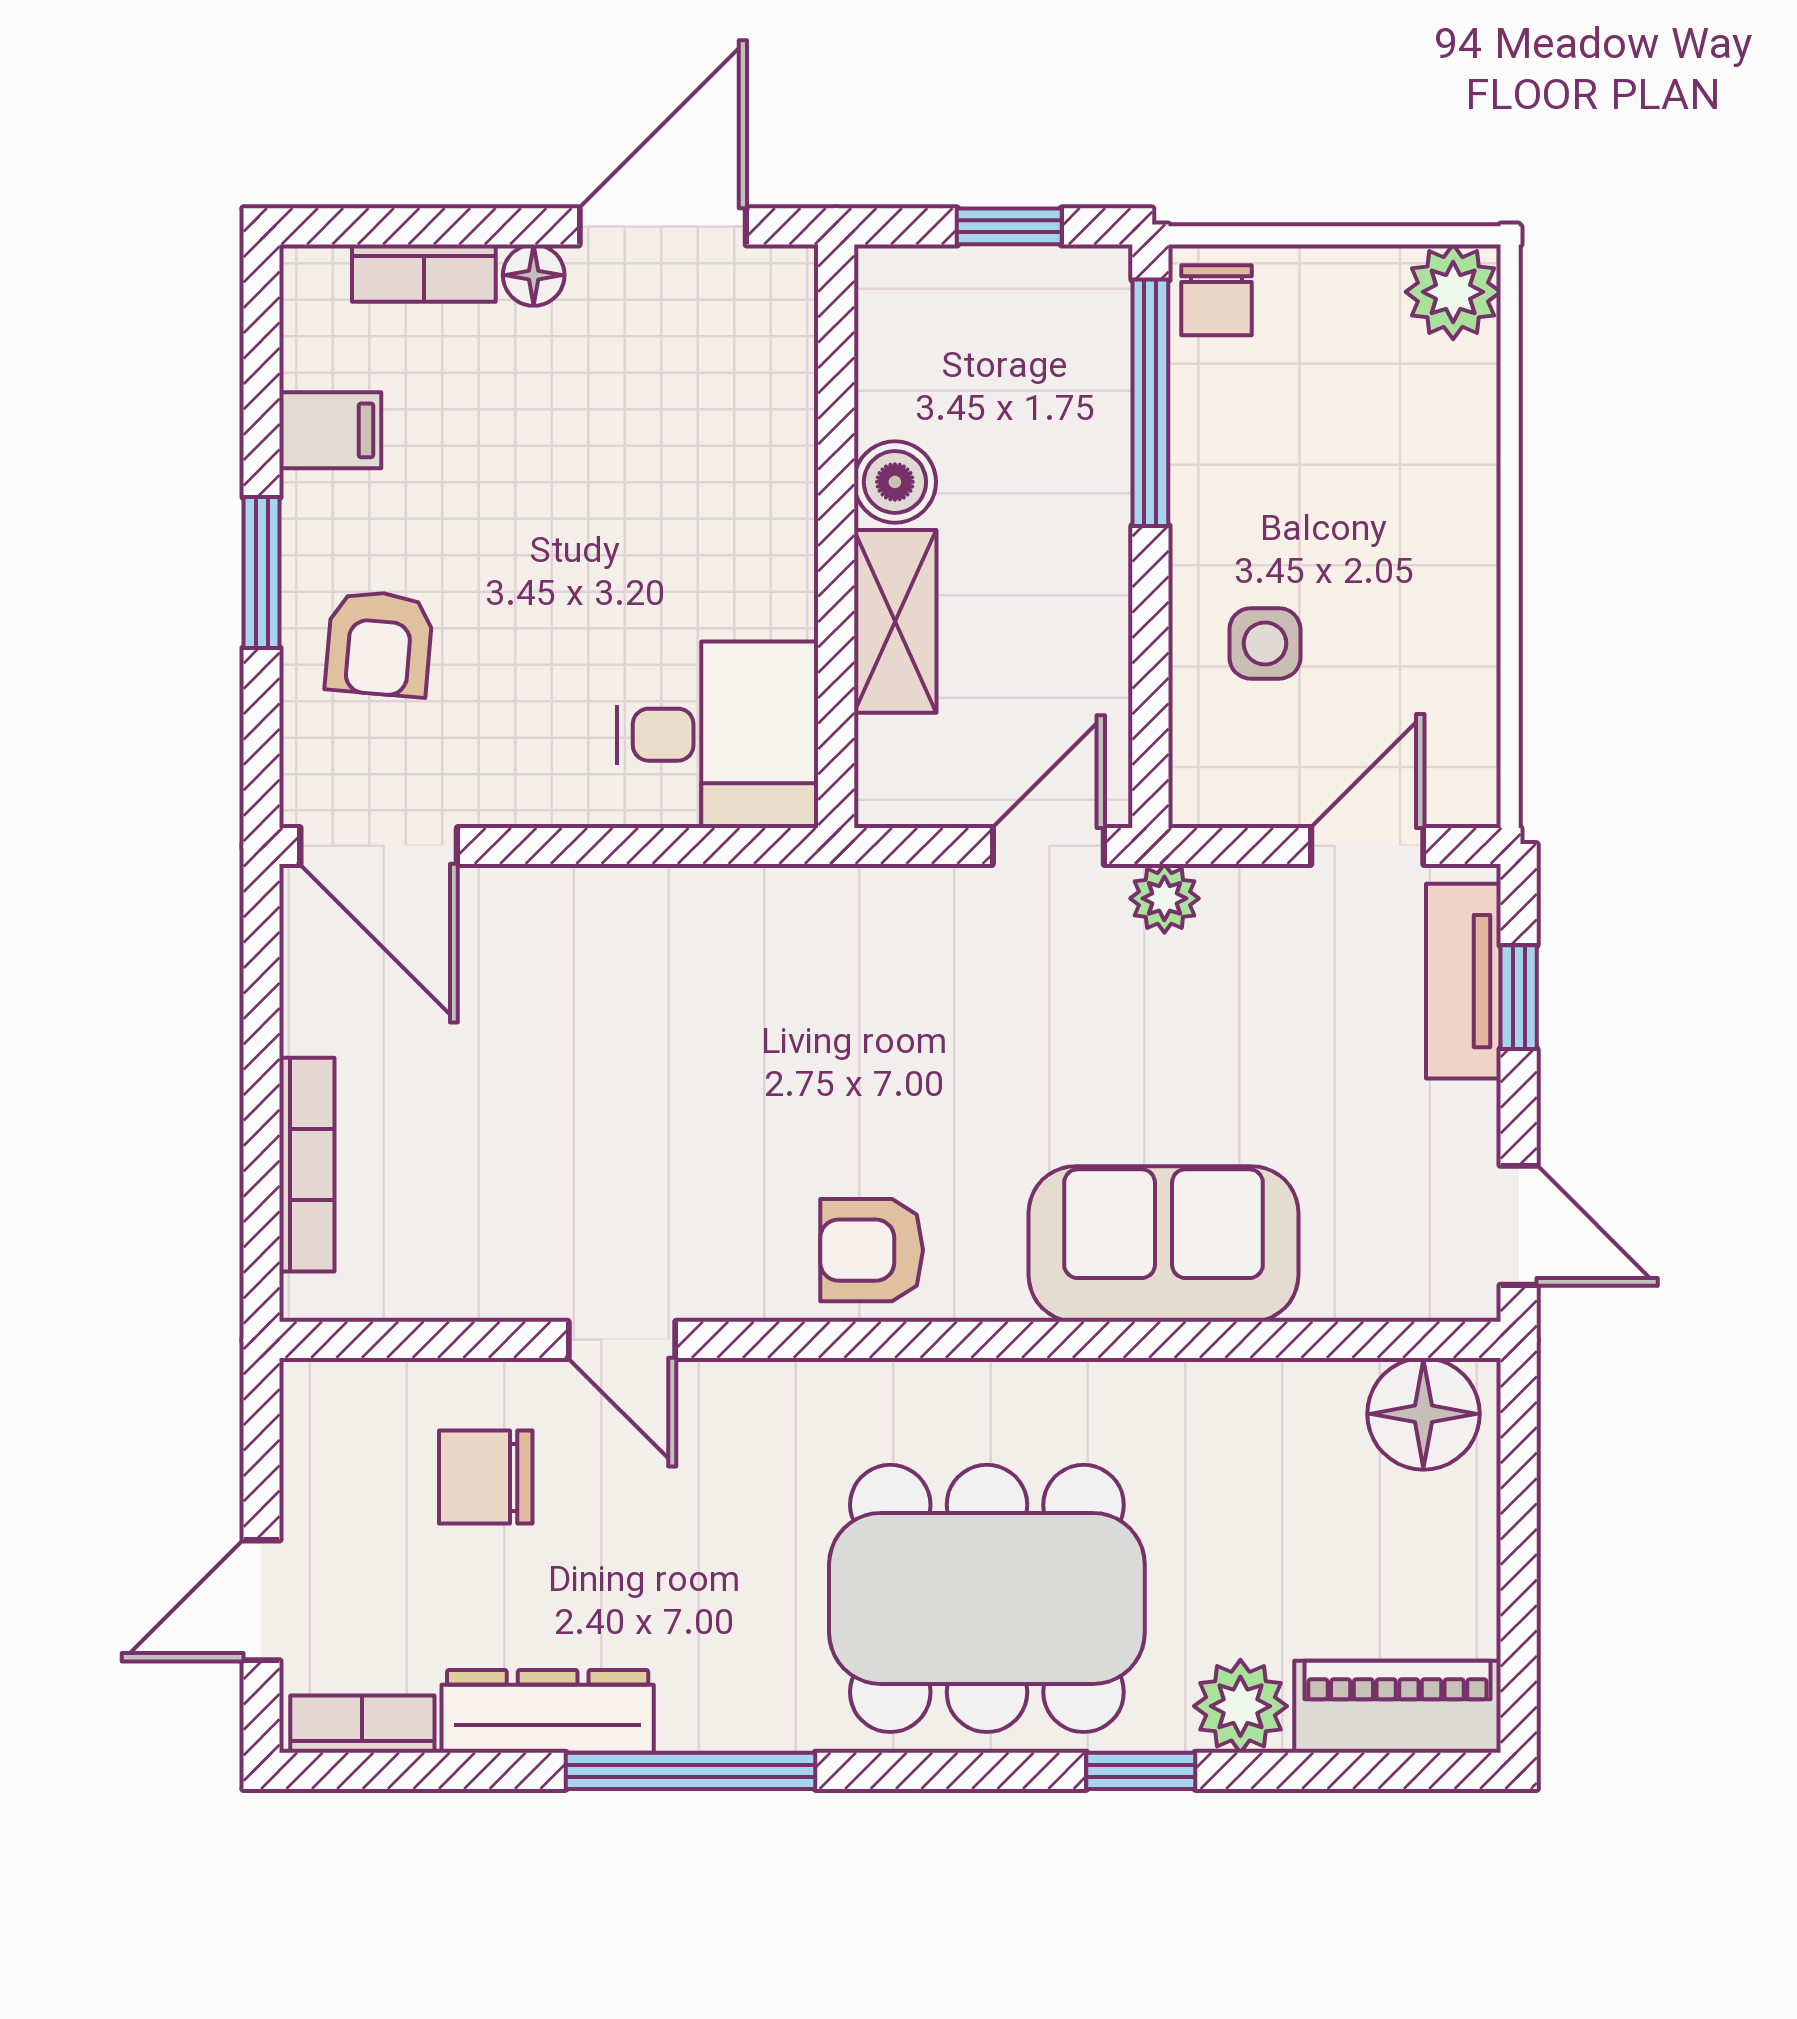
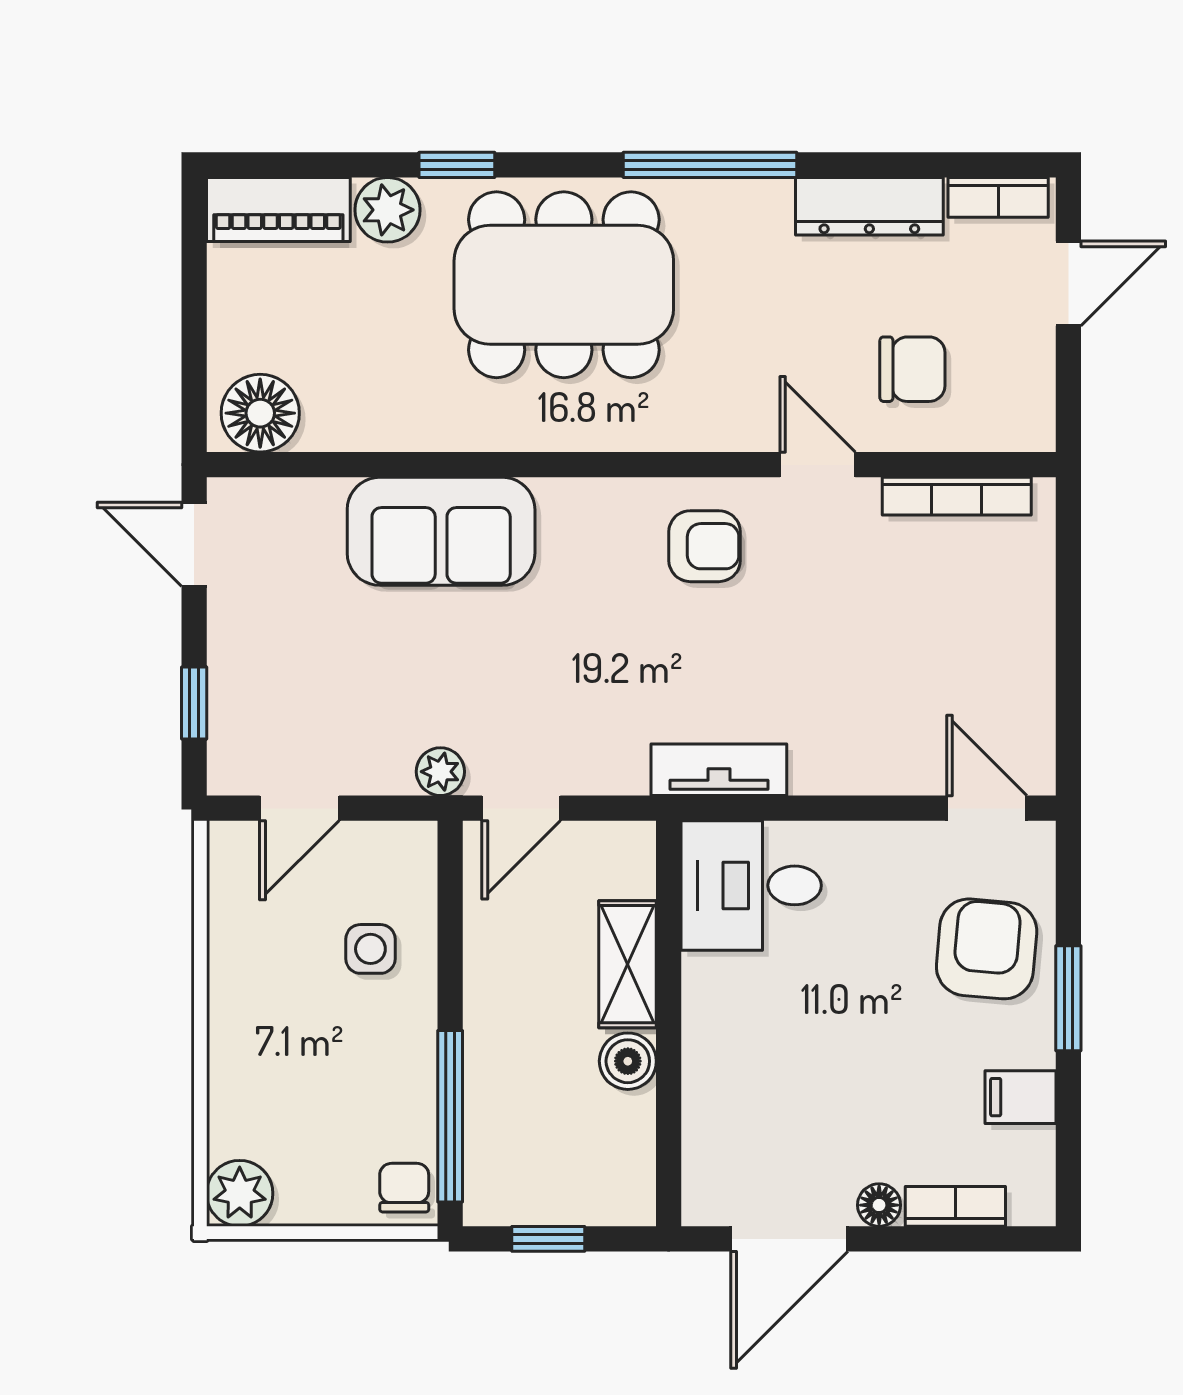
armchair: (379, 643) -> (987, 949), width x1.38, depth x1.38
door: (379, 846) -> (987, 808), width x0.73
tv unit: (1463, 981) -> (719, 770), moved, turned -90
bookcase: (307, 1165) -> (957, 496), moved, turned -90
armchair: (872, 1250) -> (705, 546), moved
window: (690, 1771) -> (710, 165), moved

